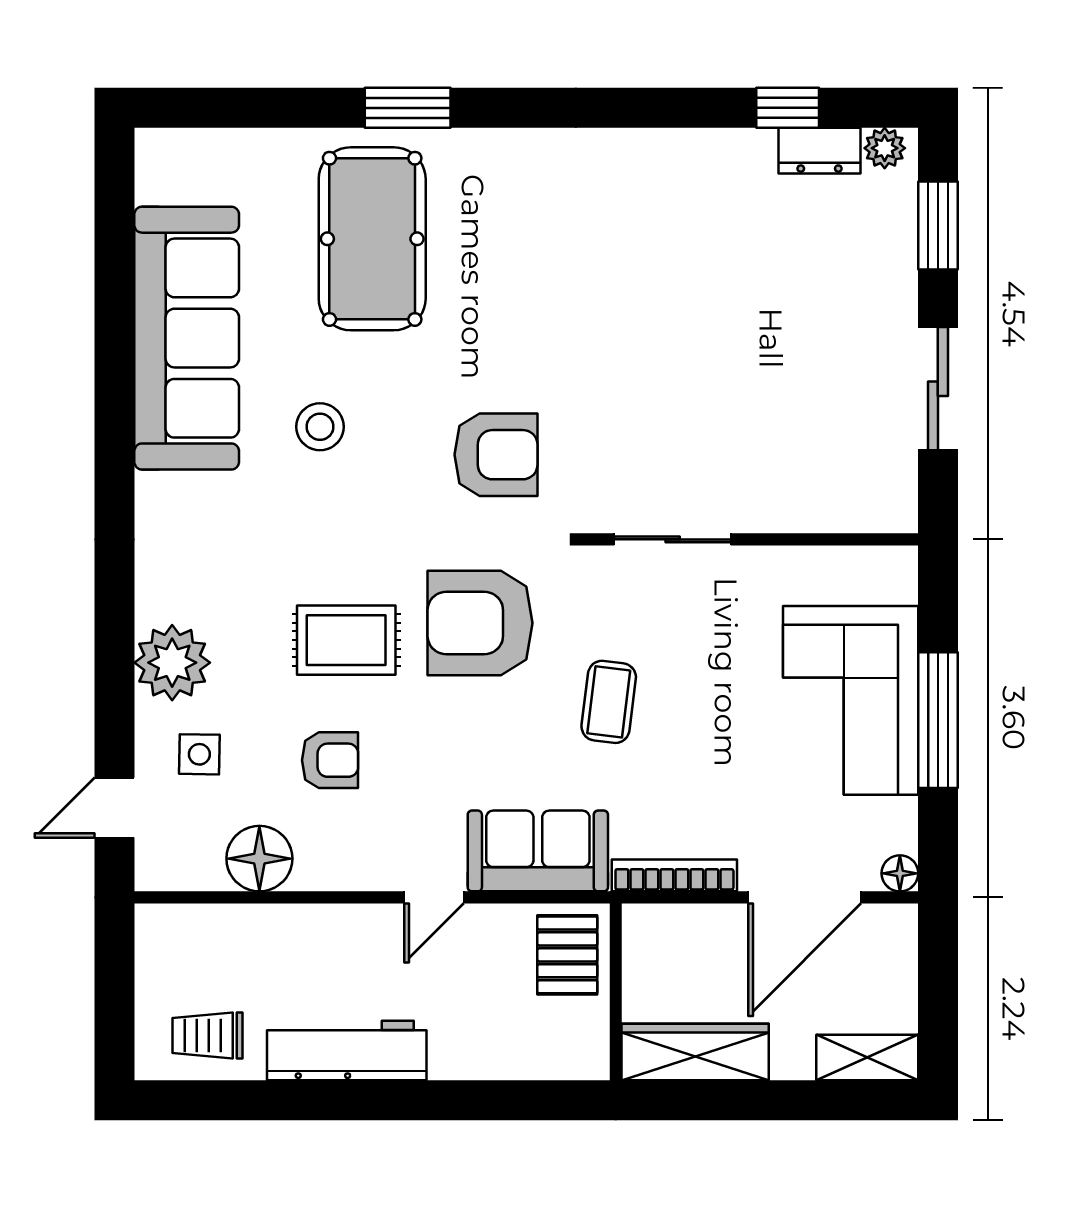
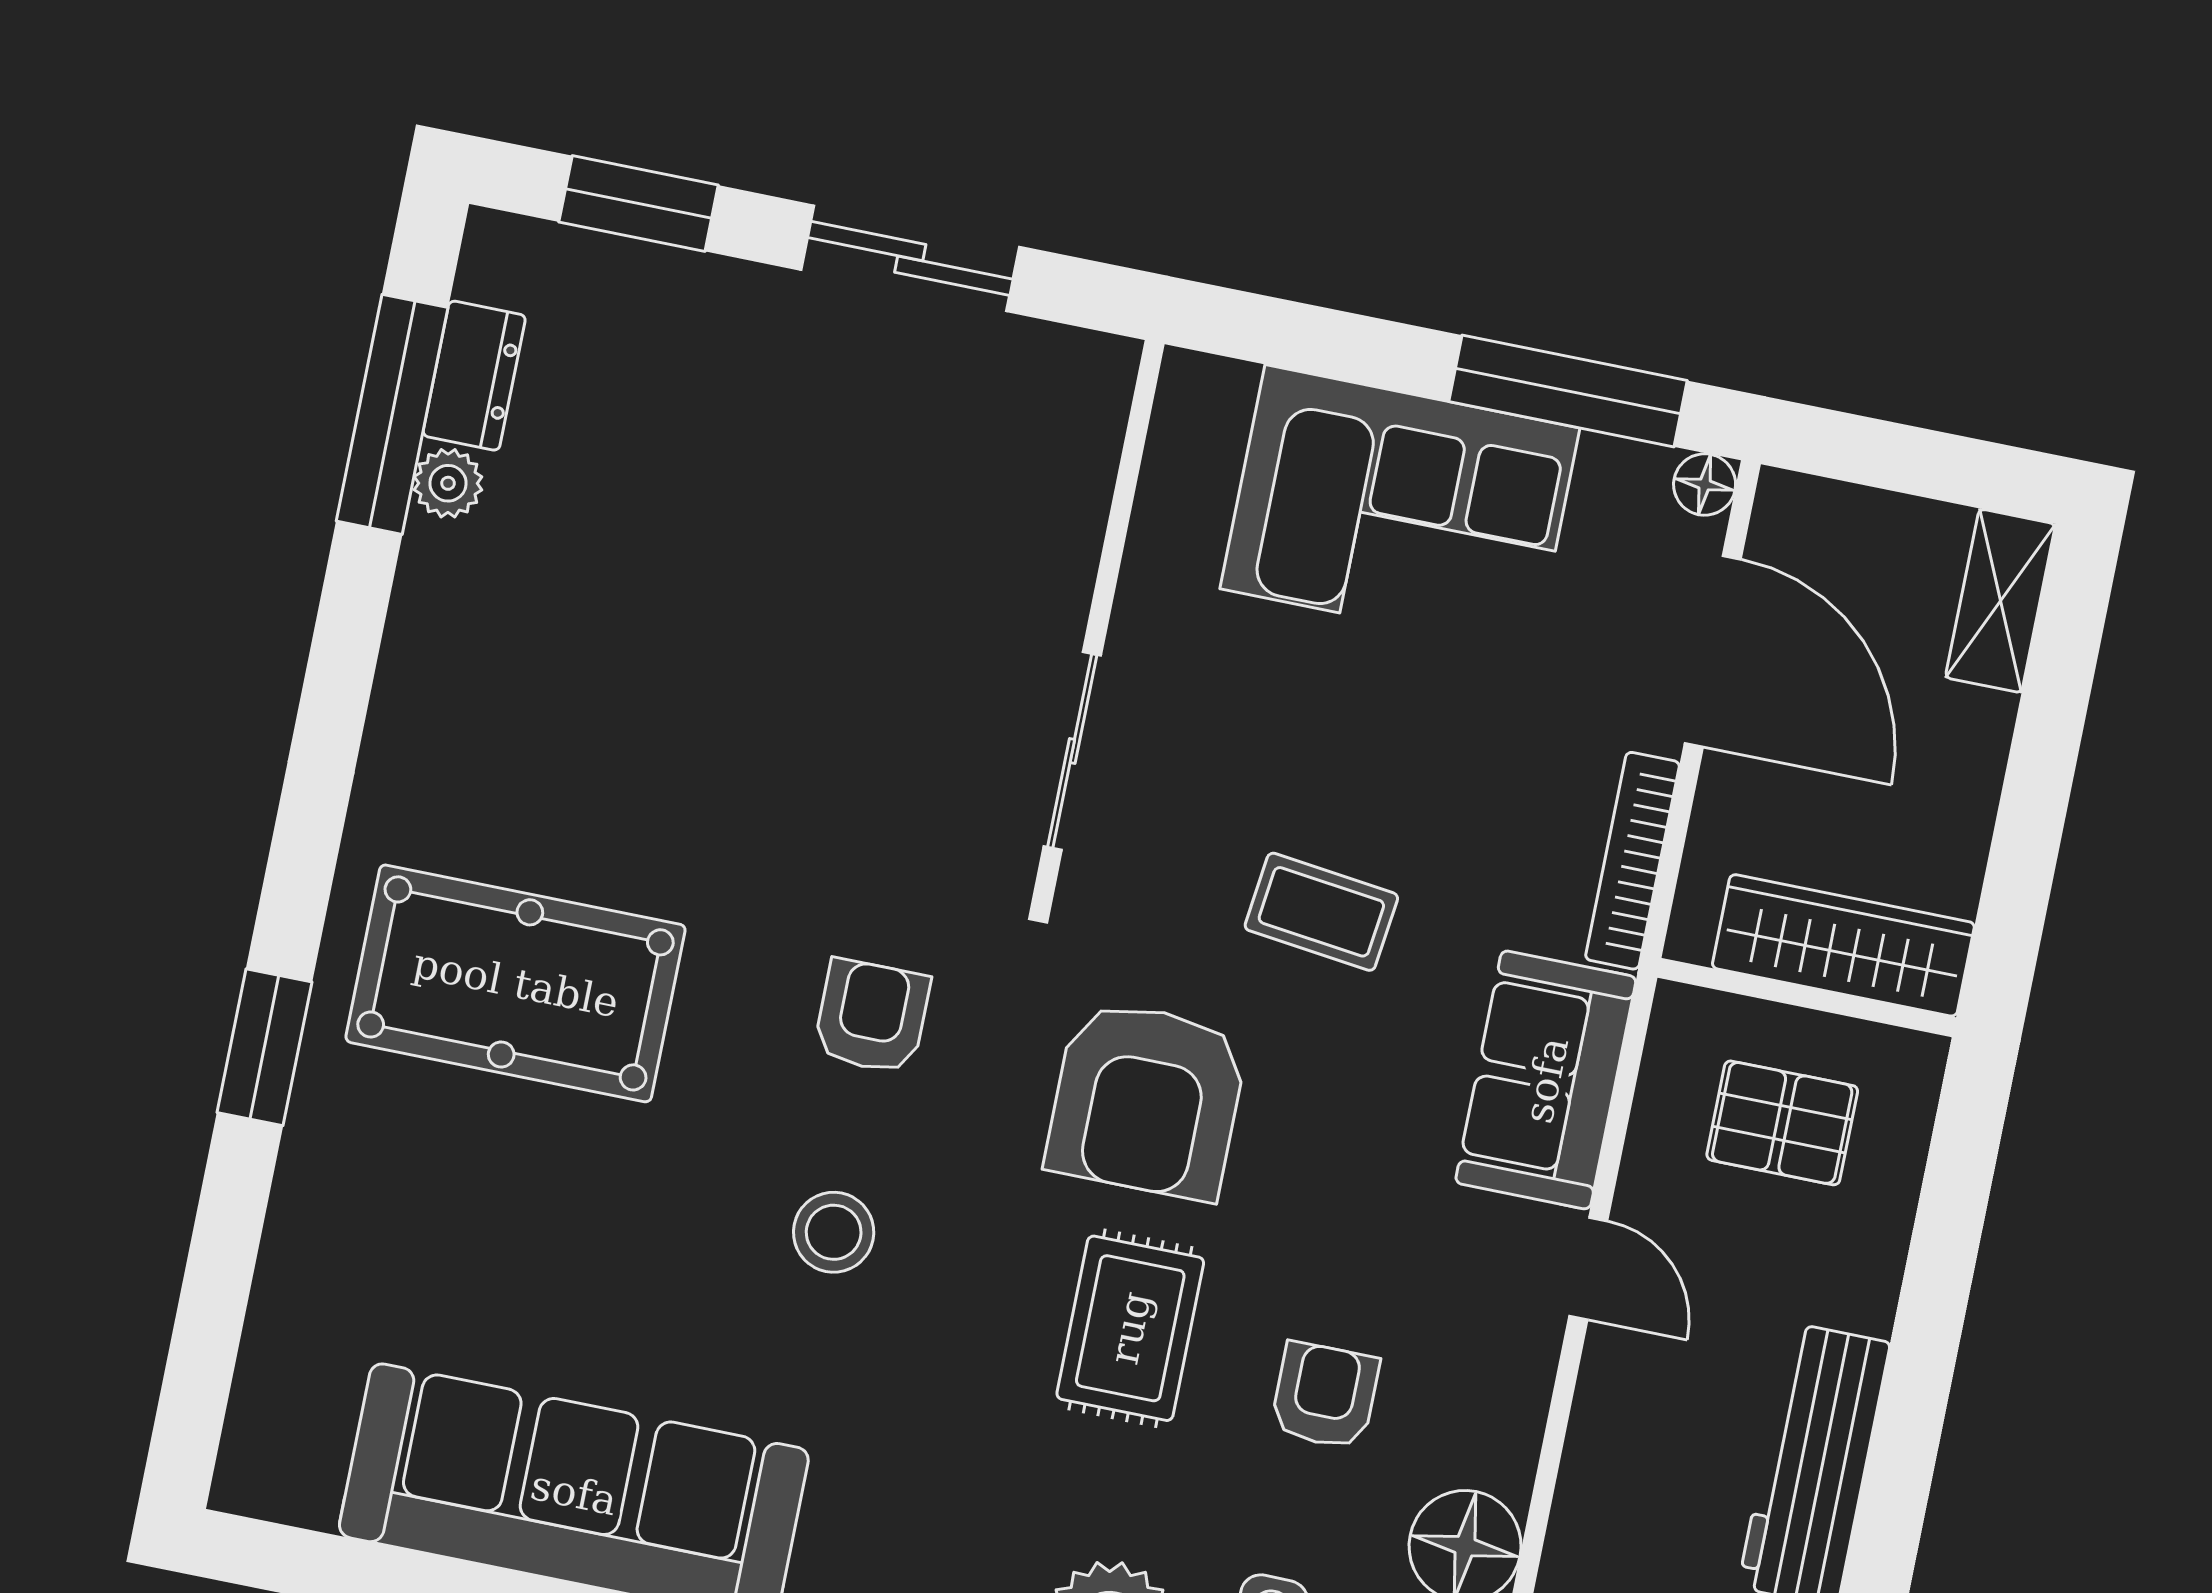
window: (788, 108) -> (392, 414), width x2.17
plant: (885, 148) -> (448, 483), moved
pool table: (372, 239) -> (516, 983), moved
stool: (320, 427) -> (834, 1232), moved
armchair: (496, 455) -> (872, 1016), width x0.72, depth x0.72
window: (938, 720) -> (1568, 391), moved
pallet: (567, 955) -> (1782, 1123), moved
wardrobe: (695, 1052) -> (1843, 945), moved, turned 90

